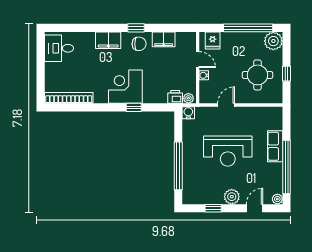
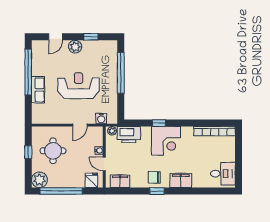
filing cabinet: (164, 39) -> (120, 181), moved
printer: (175, 97) -> (129, 135), width x1.87, depth x1.48
water cooler: (188, 113) -> (101, 119), moved
plant: (277, 199) -> (36, 45), removed

